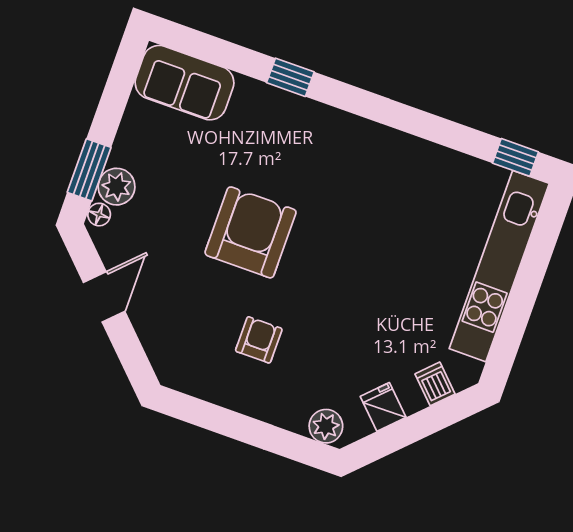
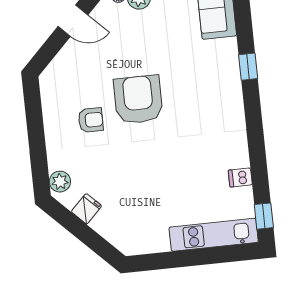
armchair: (251, 232) -> (138, 99), moved, turned -90
kitchen unit: (499, 266) -> (214, 235), width x0.73
dishwasher: (435, 384) -> (240, 177), moved, turned -135

